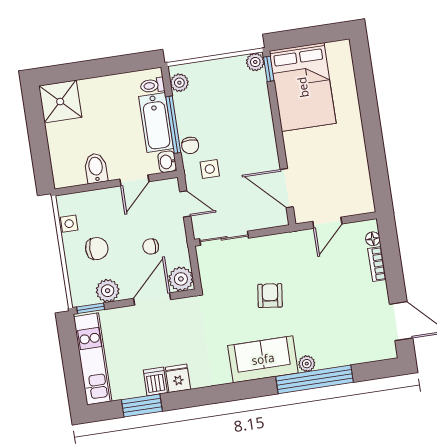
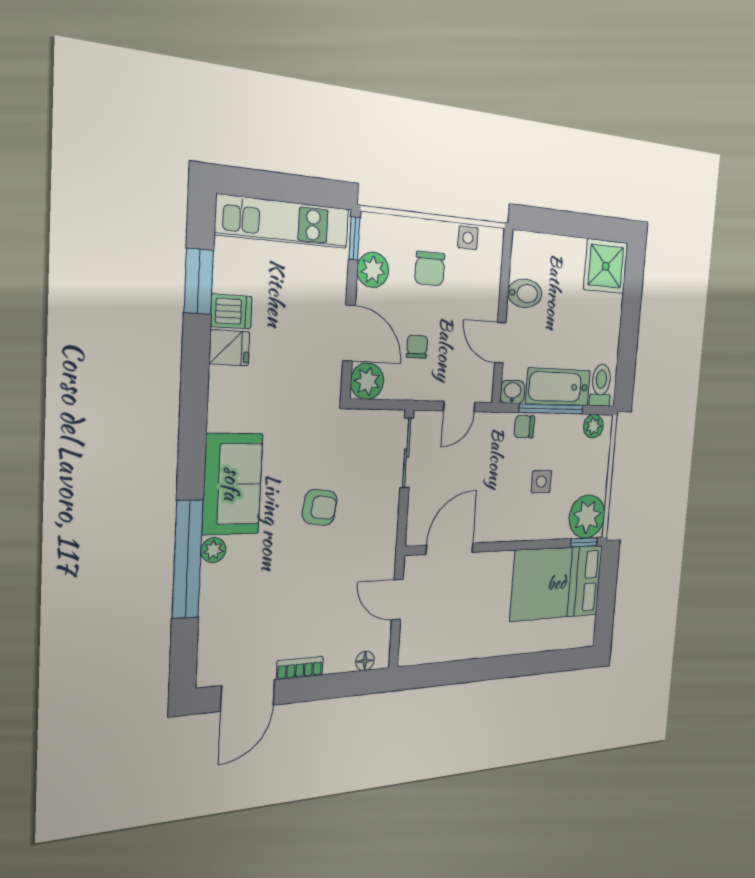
plant: (255, 62) -> (587, 517), width x1.87, depth x1.87
toilet: (152, 85) -> (601, 385), width x1.37, depth x1.39
side table: (210, 169) -> (541, 482), moved
bookcase: (377, 264) -> (300, 668), moved

